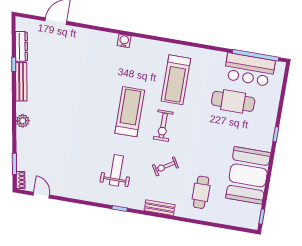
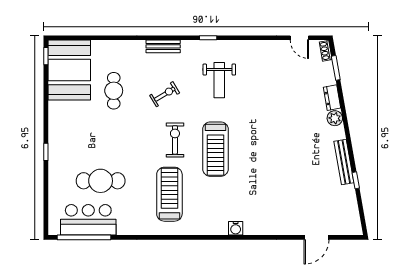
dresser: (21, 46) -> (332, 98), moved, width x0.70
booth: (248, 175) -> (69, 70), moved
cafe table: (201, 192) -> (114, 91), moved

